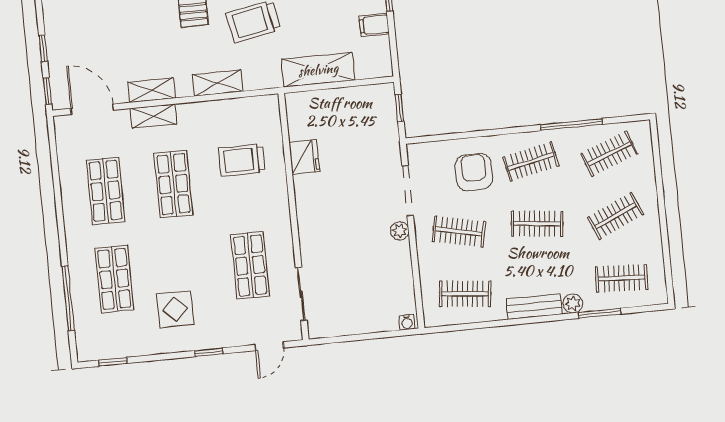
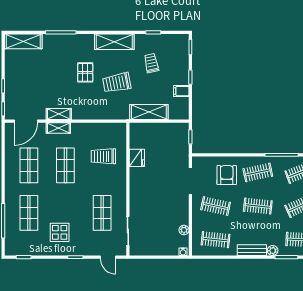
shelving: (218, 83) -> (95, 114), removed
door: (92, 109) -> (26, 121), swing flipped
plant: (400, 231) -> (184, 230), moved
door: (269, 346) -> (108, 257), hinge flipped

